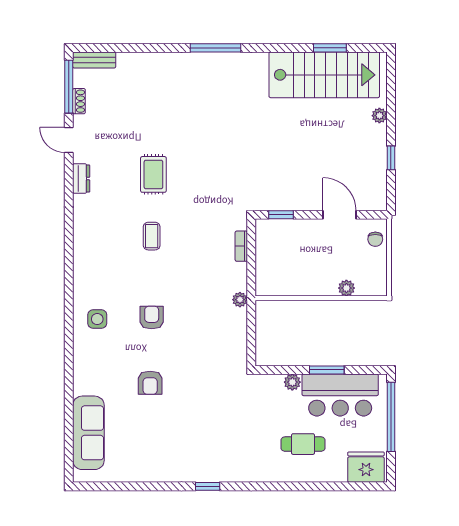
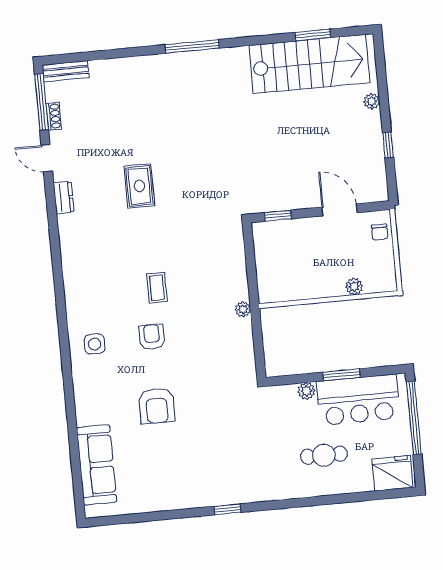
coffee table: (152, 236) -> (157, 288), moved
bookcase: (241, 246) -> (239, 253), removed
armchair: (150, 383) -> (157, 406), width x1.38, depth x1.38

